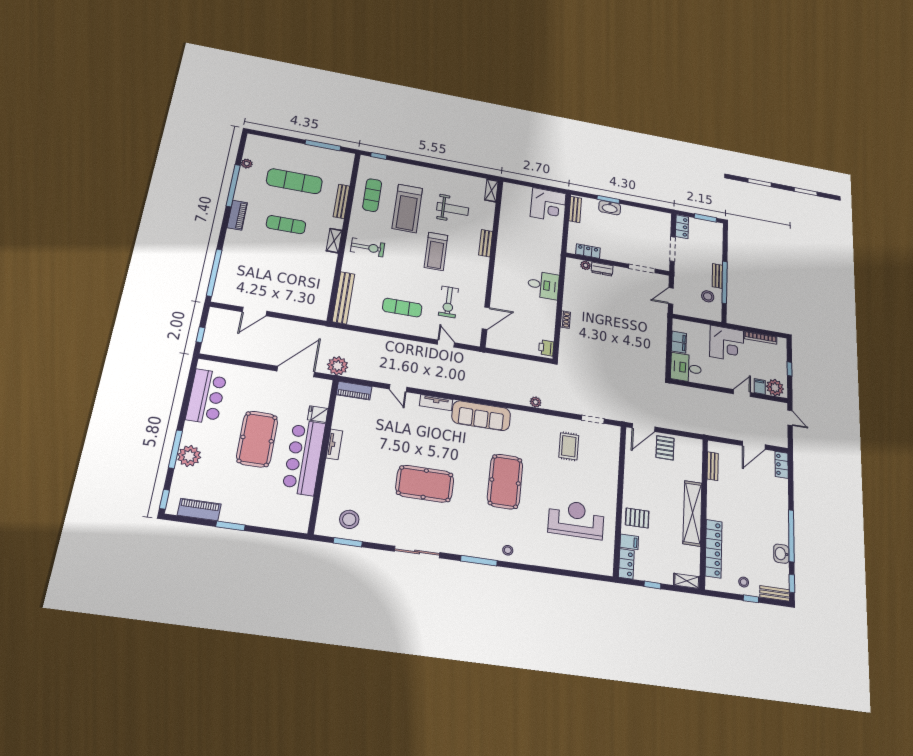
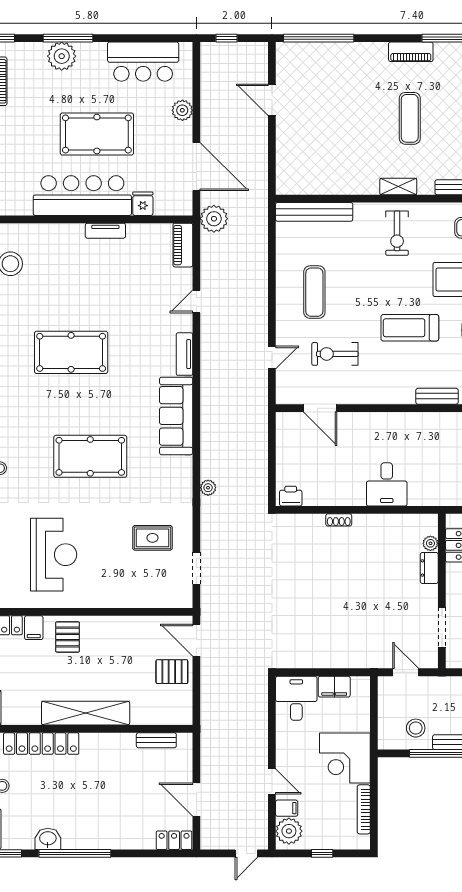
plant: (250, 375) -> (182, 110), added
pool table: (425, 484) -> (71, 352), turned 90

